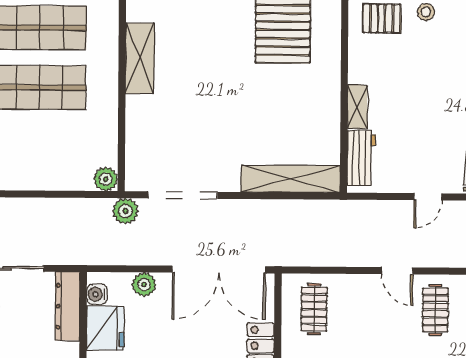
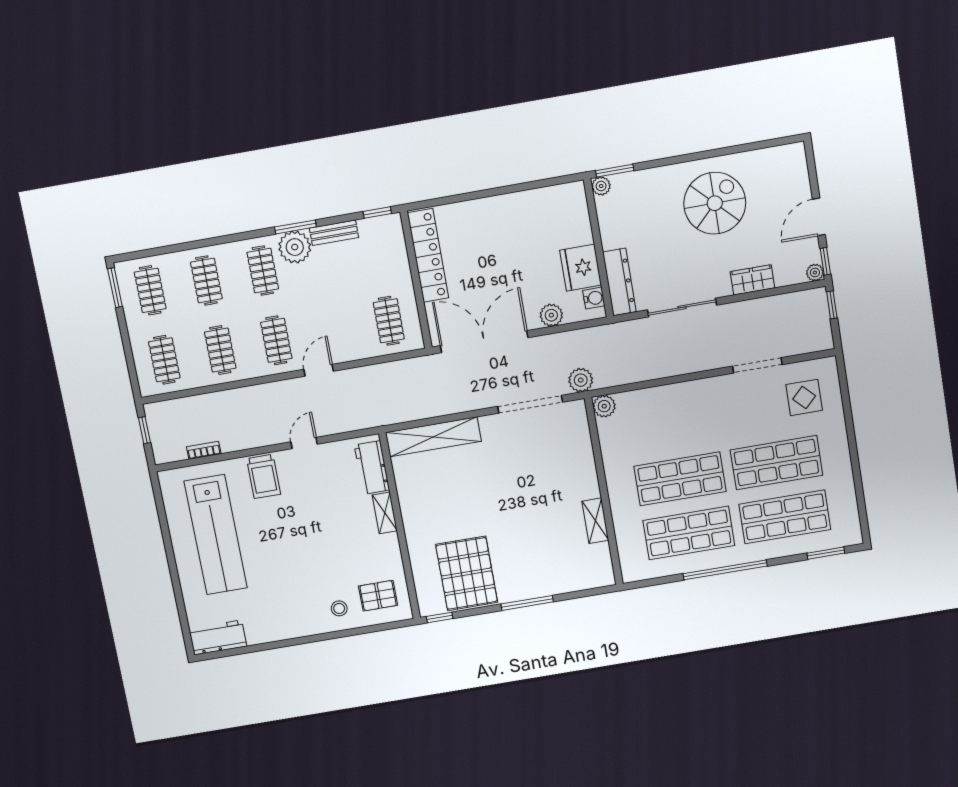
shelving: (140, 58) -> (595, 521), width x0.67, depth x0.75
door: (397, 271) -> (319, 370), hinge flipped

